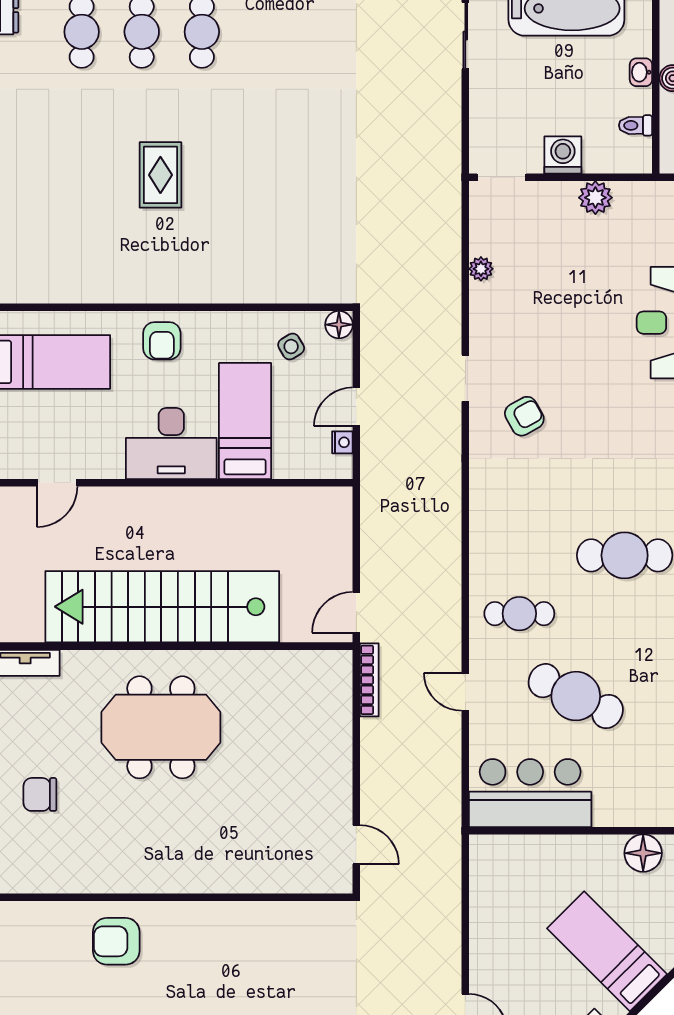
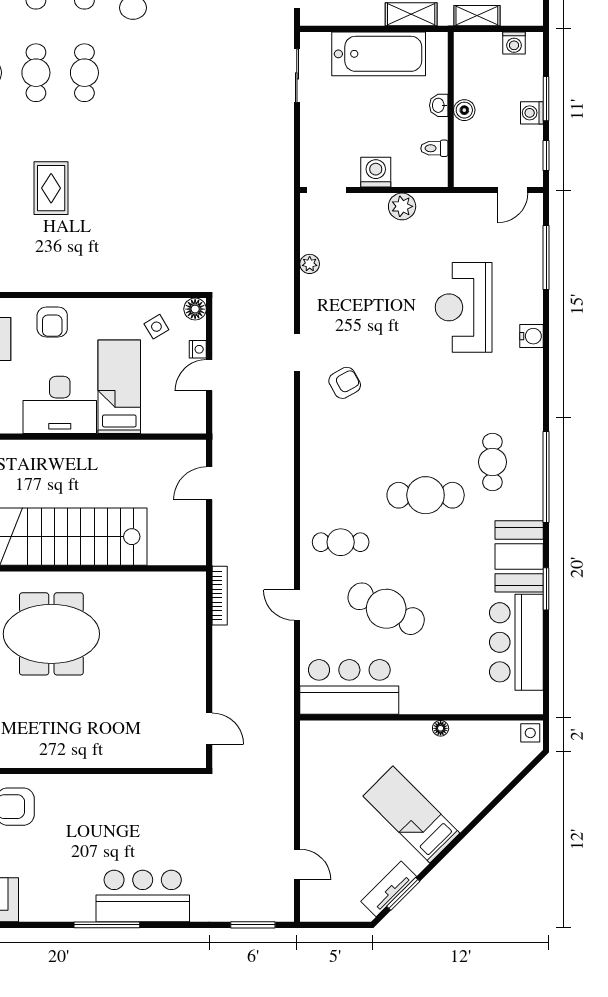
nightstand: (342, 442) -> (198, 349), moved
door: (356, 612) -> (209, 483), moved
floor lamp: (643, 853) -> (441, 728), width x0.53, depth x0.53

